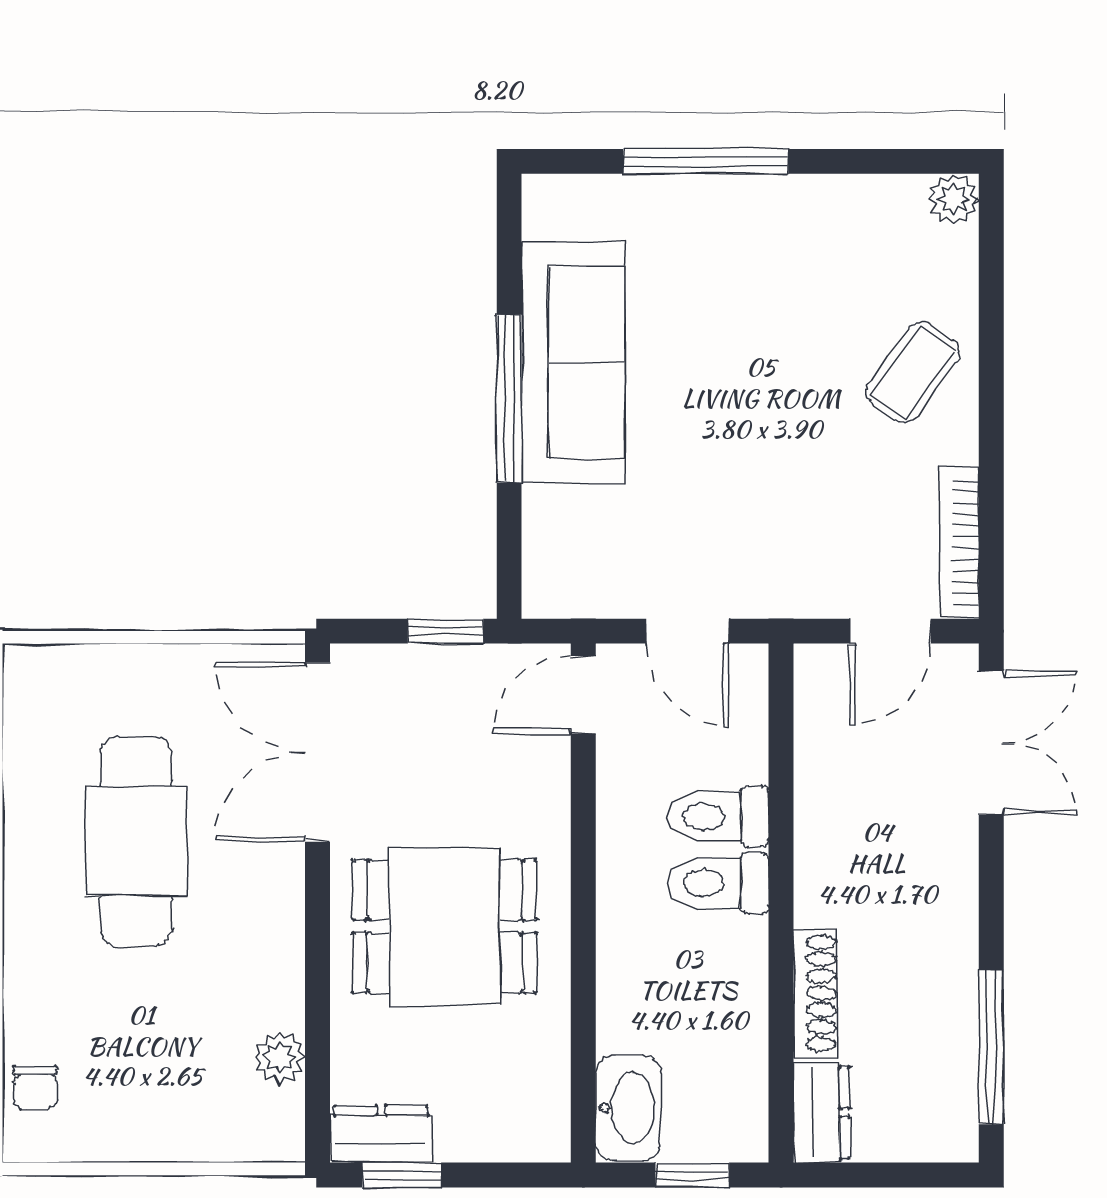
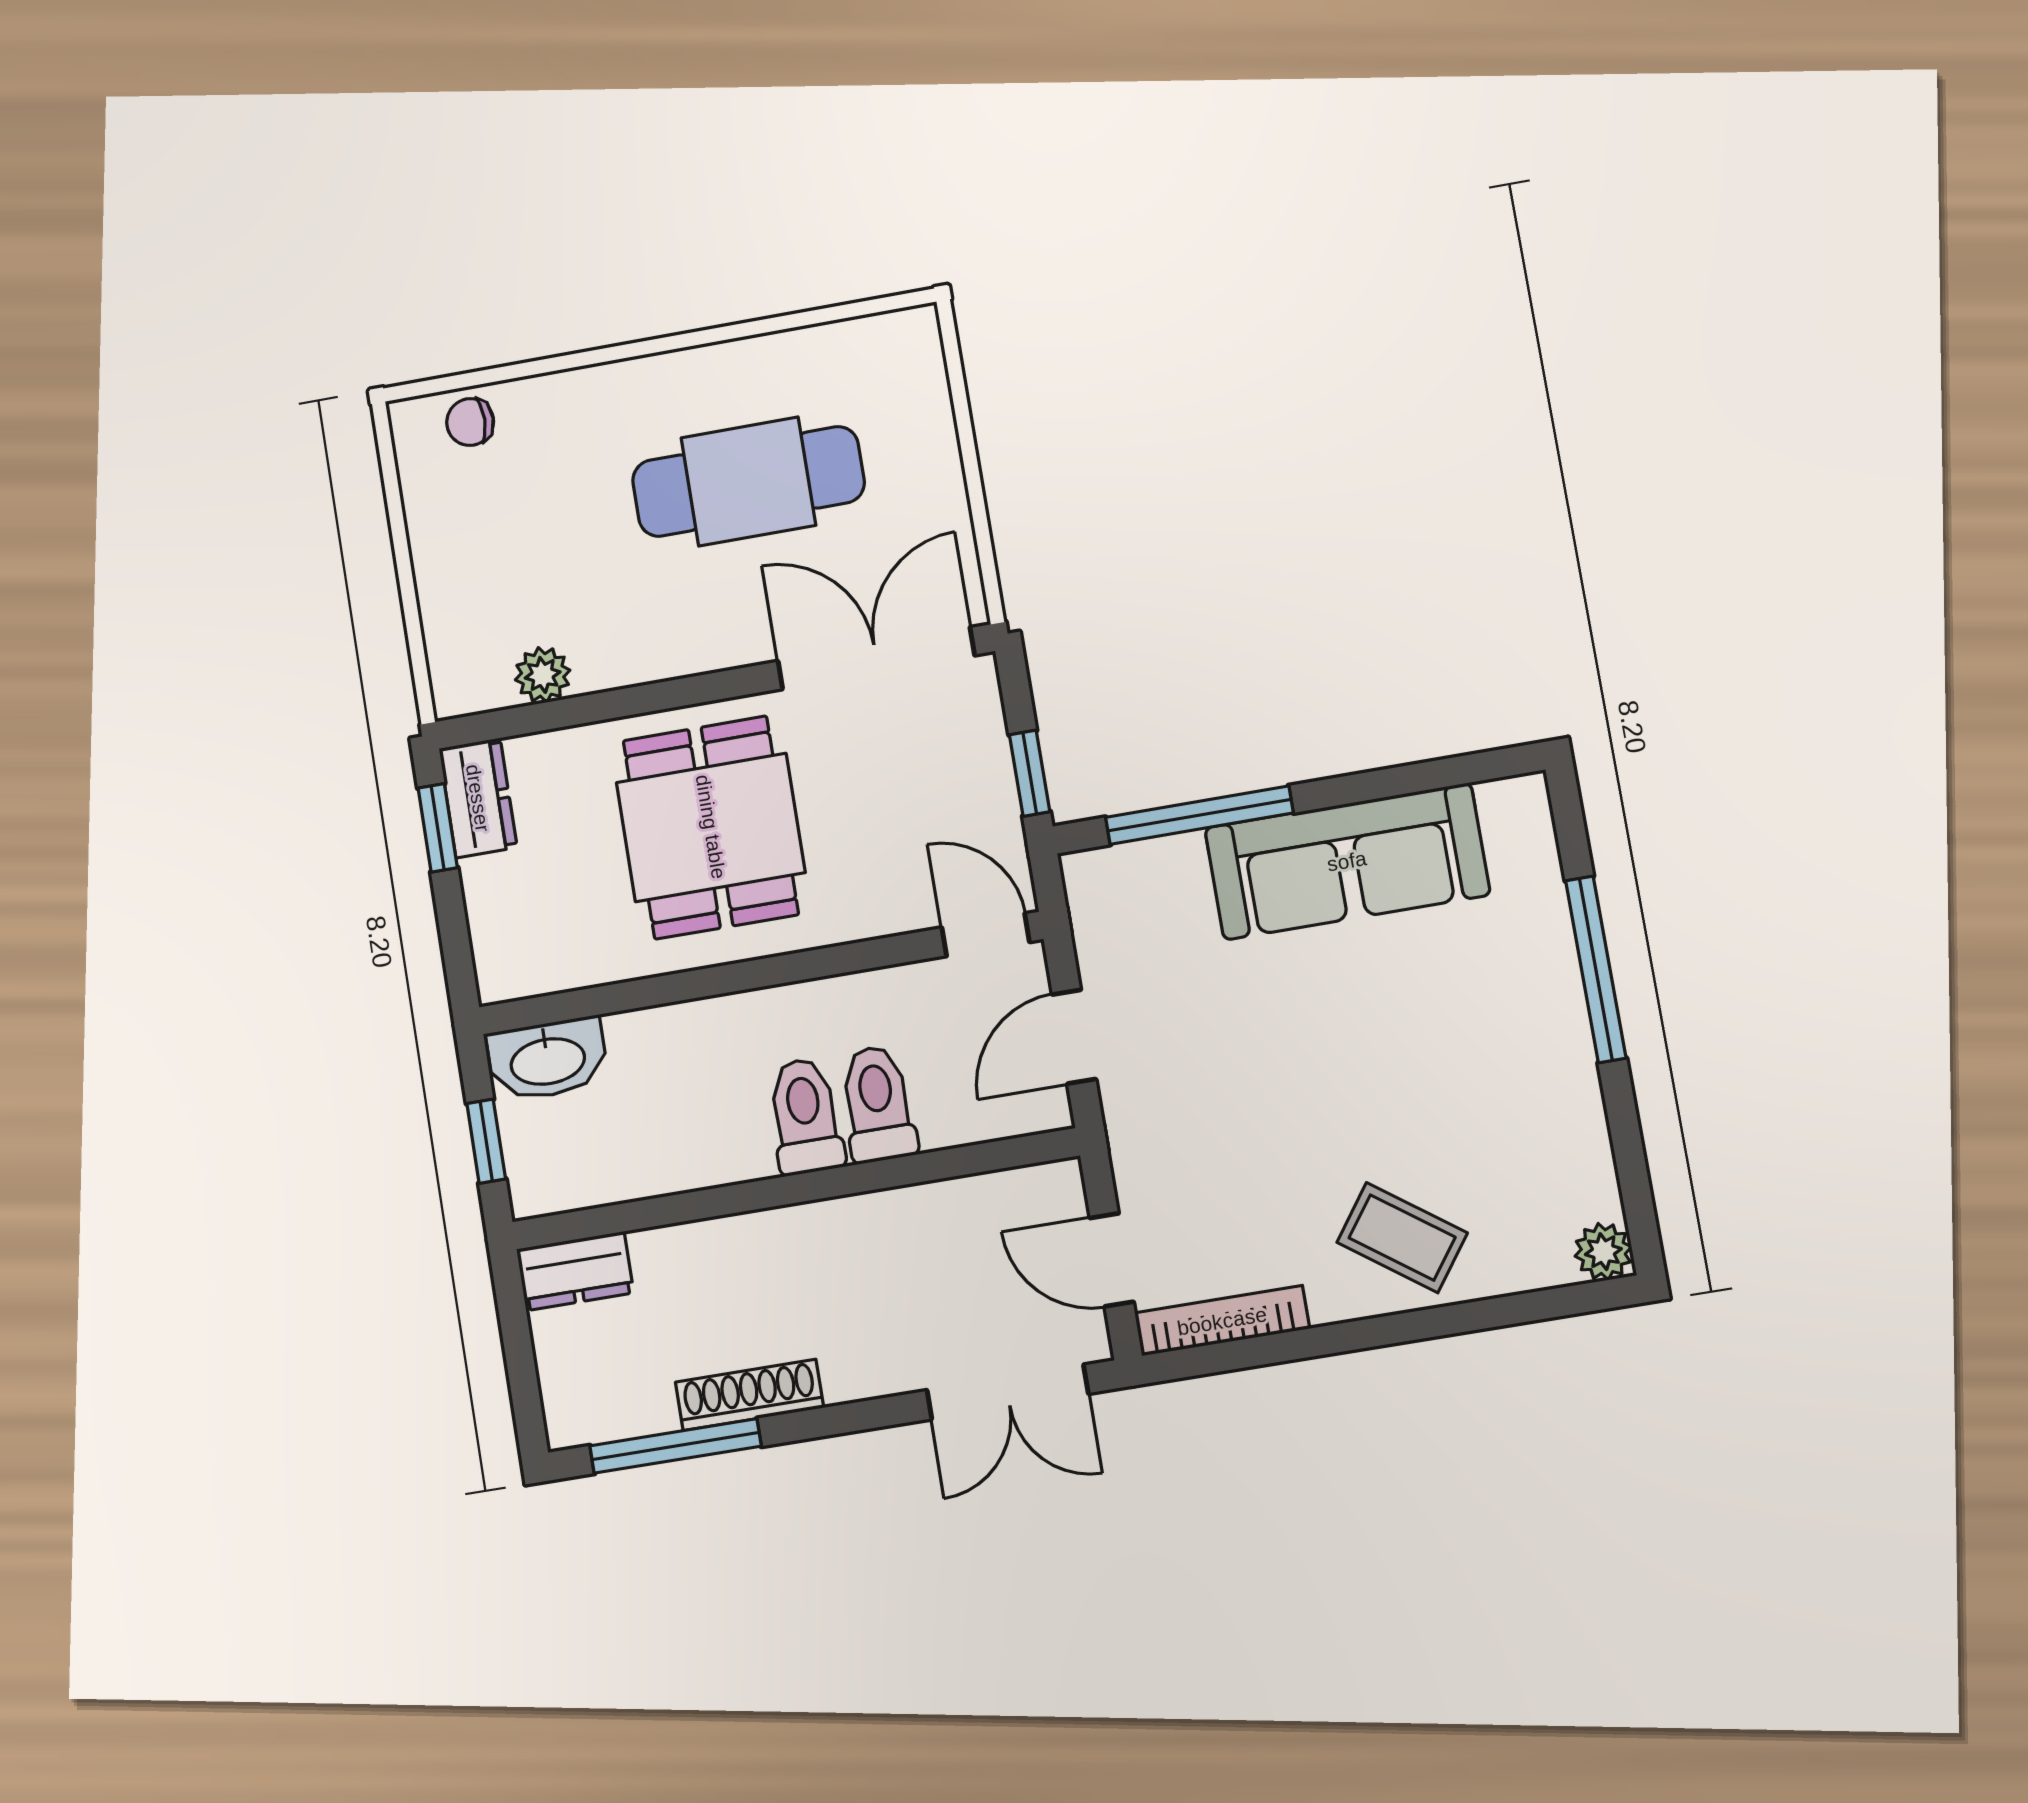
window: (509, 399) -> (1199, 815), moved
shoe rack: (815, 993) -> (750, 1395), moved, turned 180

